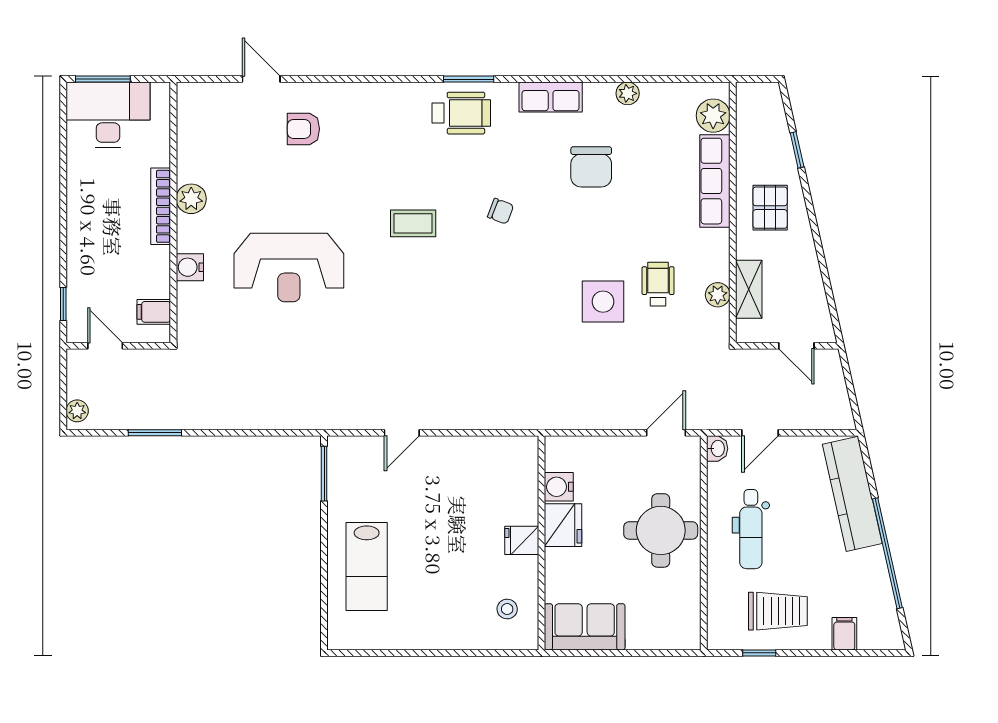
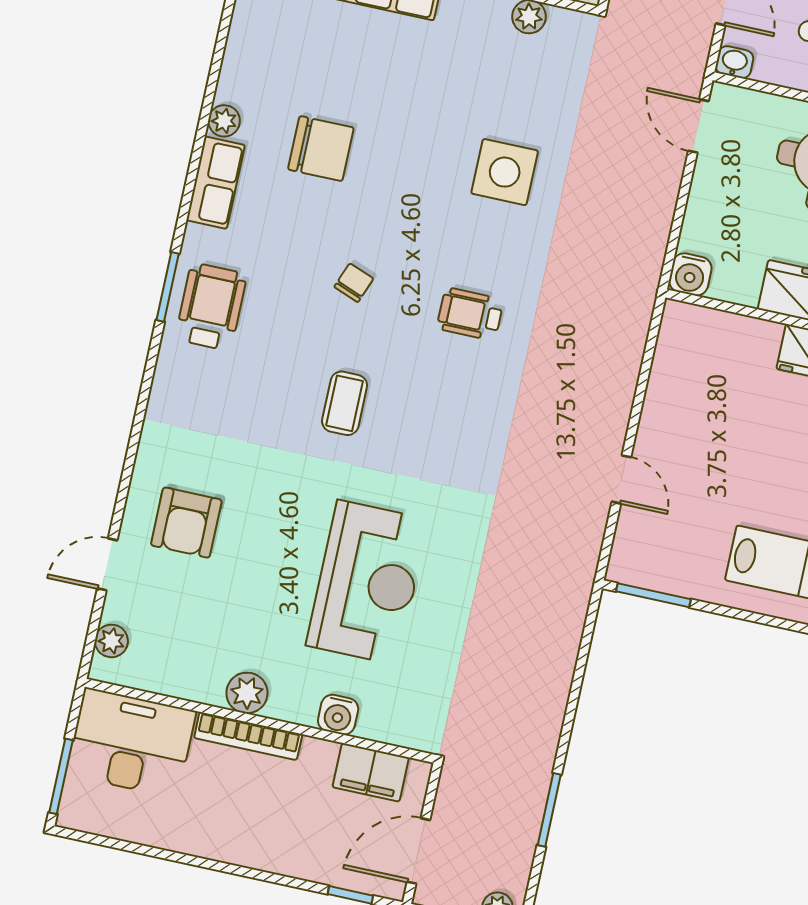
plant: (628, 93) -> (224, 121), moved
plant: (207, 94) -> (111, 641), added
desk: (108, 115) -> (131, 743), moved, turned 90
armchair: (303, 129) -> (186, 523), width x1.38, depth x1.38
wheelchair: (658, 284) -> (470, 314), moved
filing cabinet: (154, 312) -> (371, 772), width x2.00
door: (105, 346) -> (418, 851), width x1.38
water cooler: (559, 487) -> (690, 274), moved

